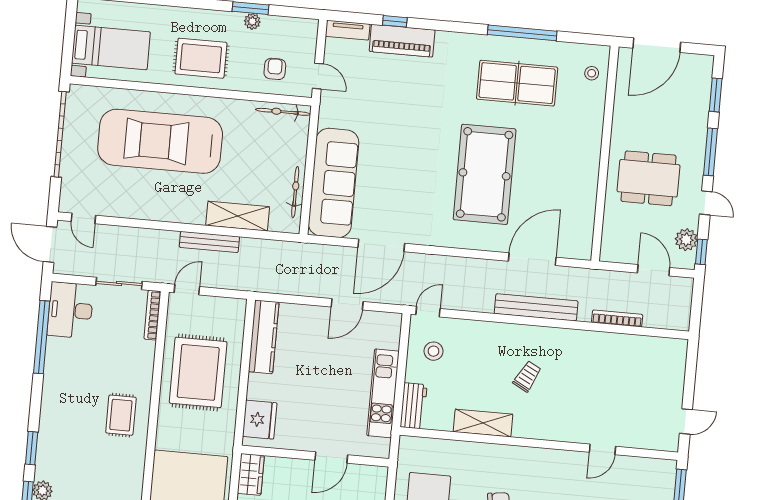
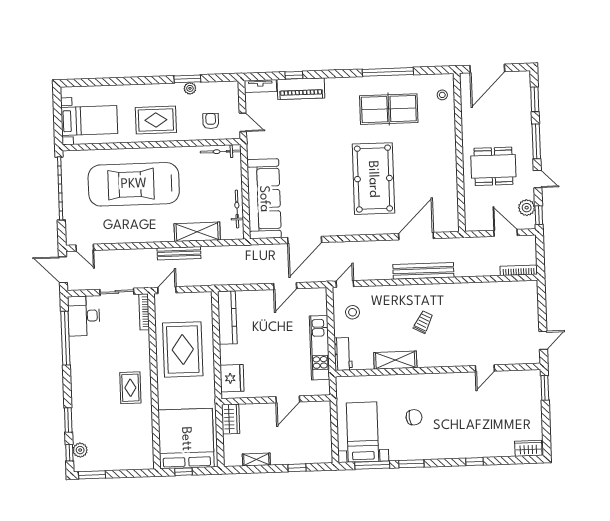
bookcase: (617, 318) -> (519, 270), moved

